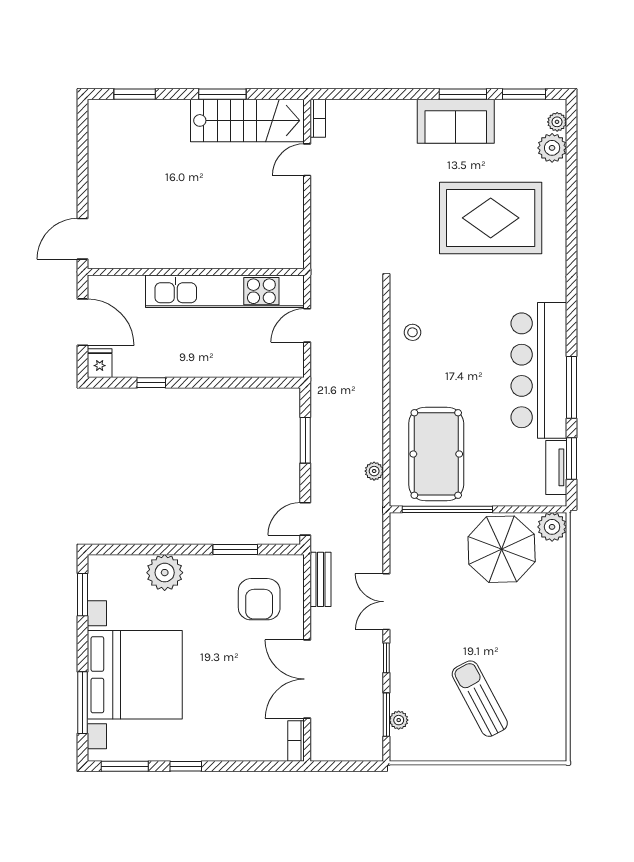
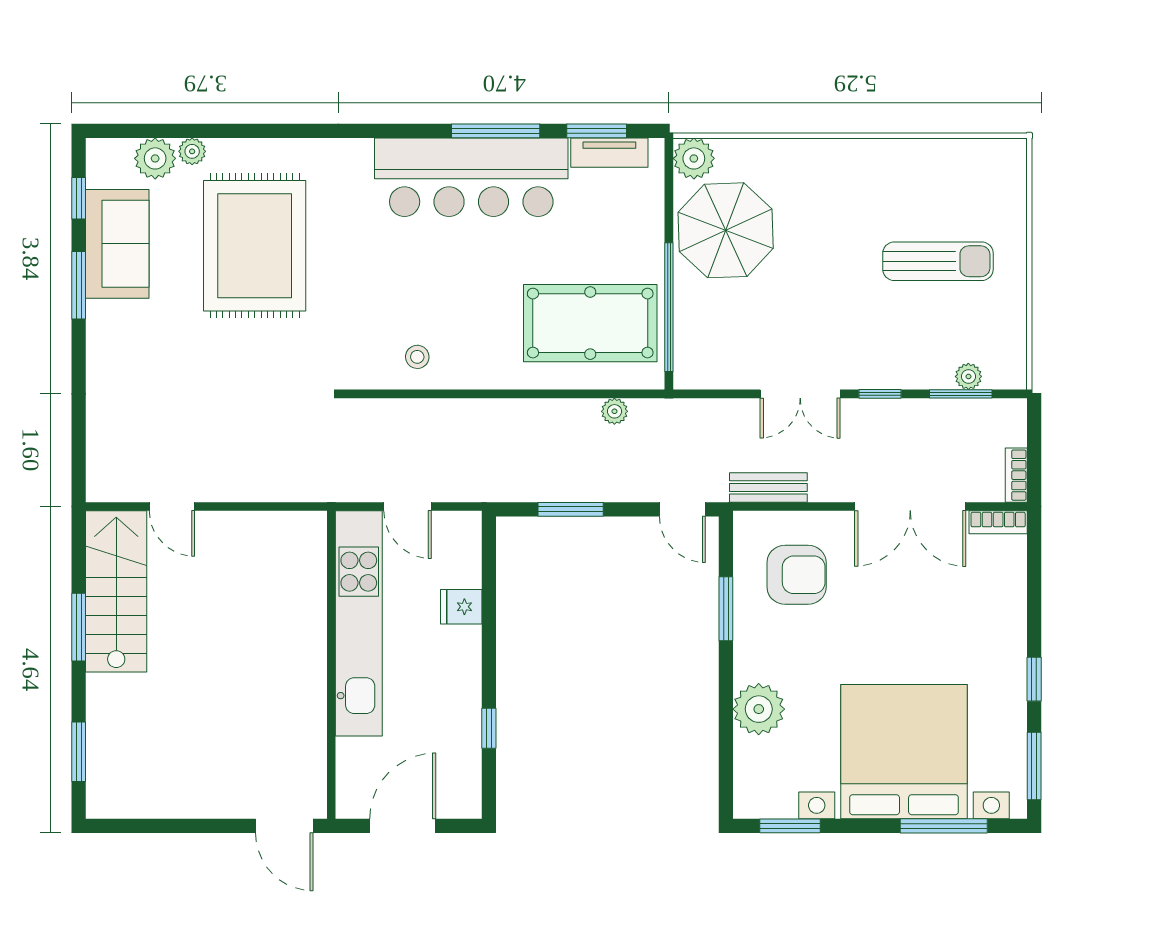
window: (524, 94) -> (79, 198), width x0.67
bookcase: (318, 118) -> (1016, 475), moved, turned -90
sofa: (456, 121) -> (117, 244), moved
plant: (557, 122) -> (192, 151), moved
fridge: (100, 363) -> (461, 607), moved
sun lounger: (480, 699) -> (938, 261), turned -152

